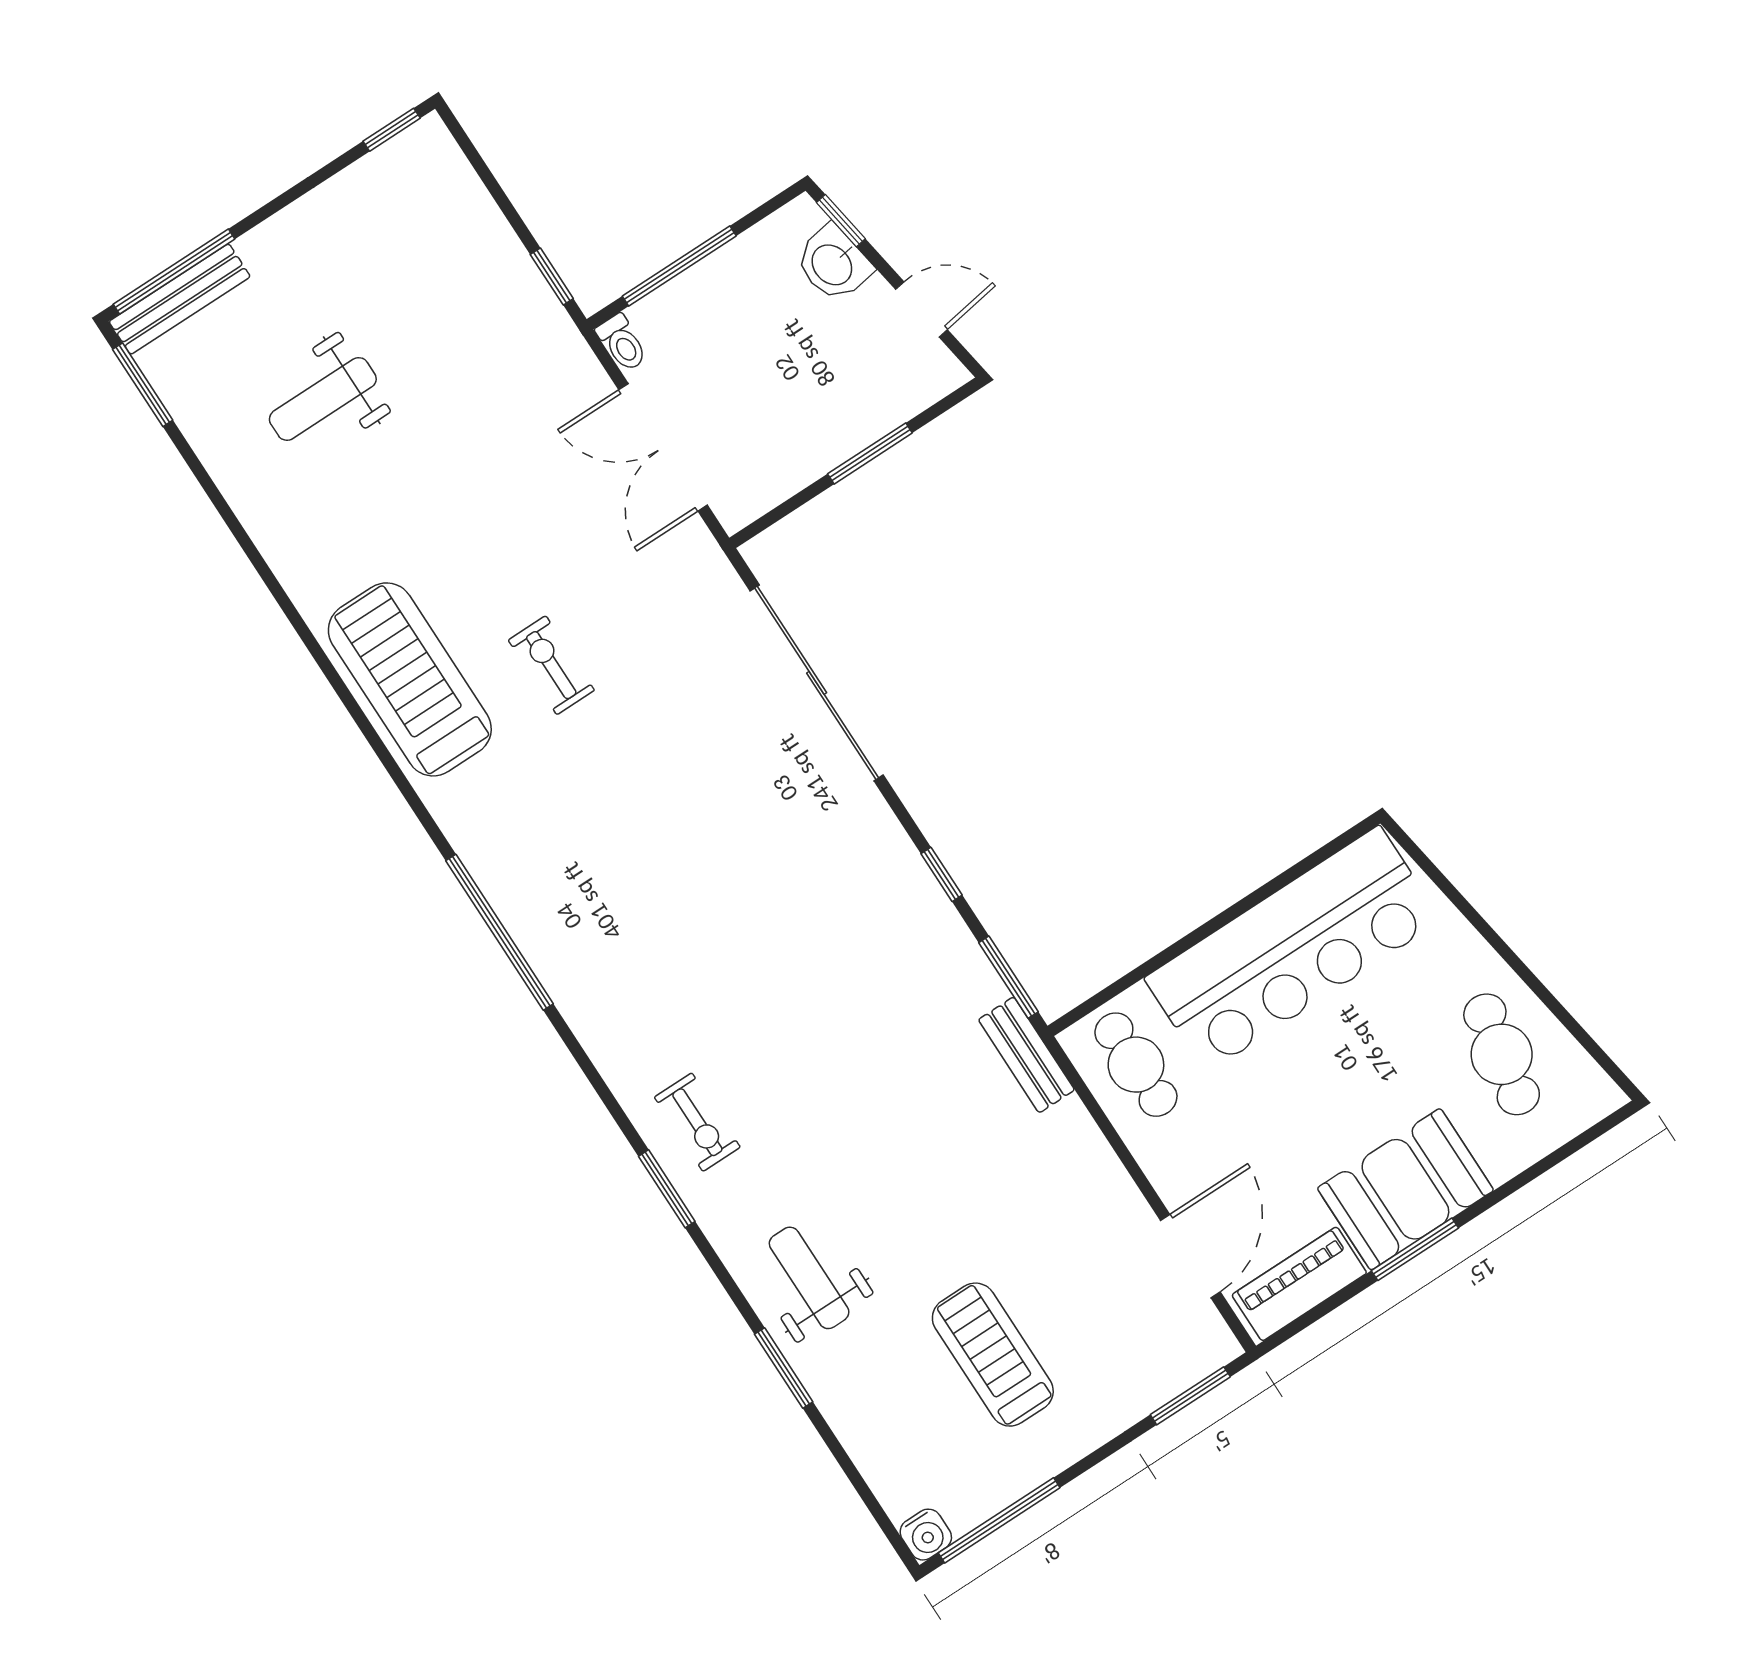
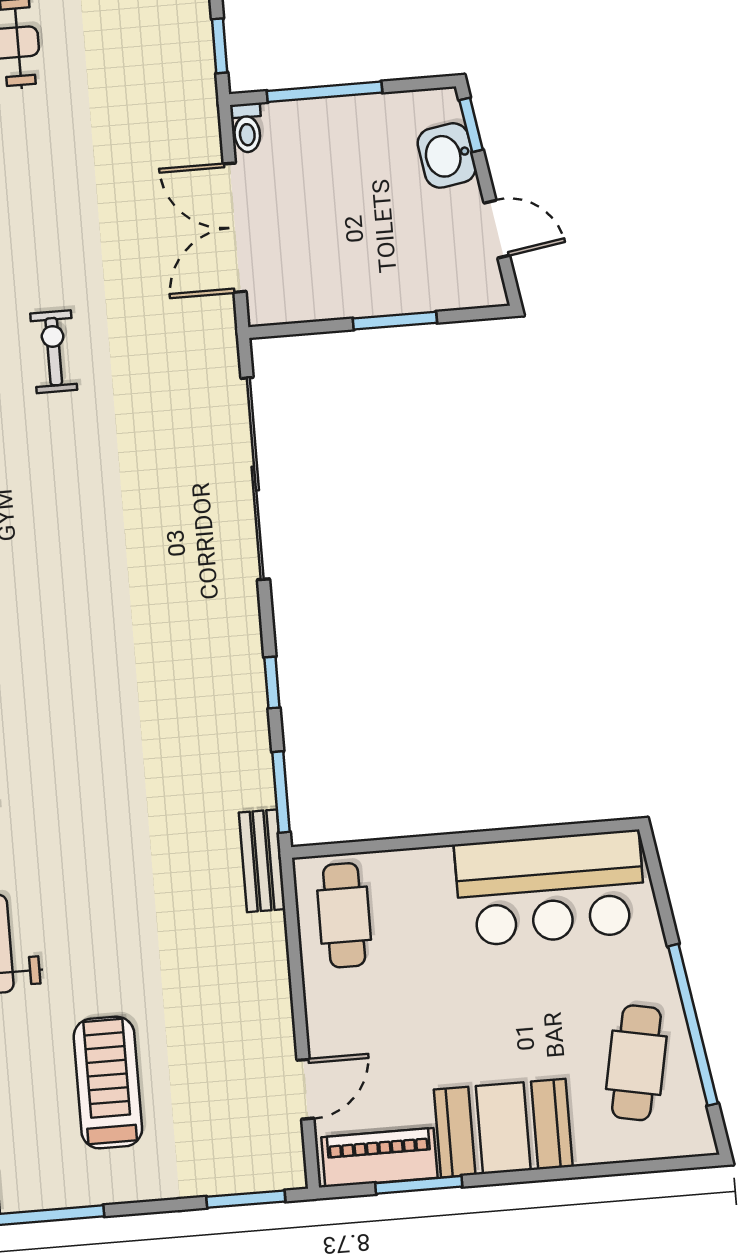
bar counter: (1293, 949) -> (550, 888), width x0.73
window: (1537, 987) -> (693, 1025), added
window: (1415, 1249) -> (419, 1185), moved
door: (1190, 1256) -> (305, 1089), width x0.73

